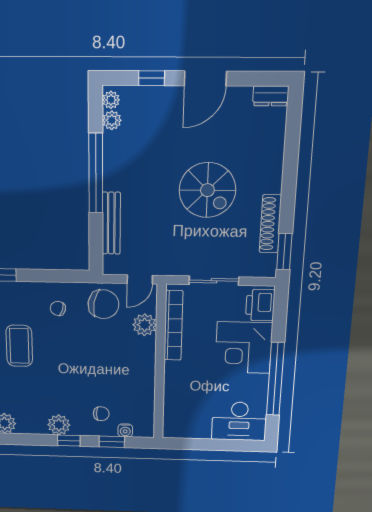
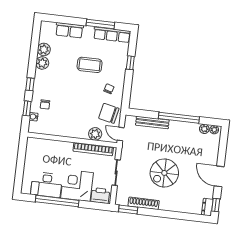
window: (152, 78) -> (216, 205), moved
chair: (103, 304) -> (109, 113), turned 92
desk: (239, 421) -> (47, 185), moved, turned -90
plant: (59, 425) -> (42, 63), moved

